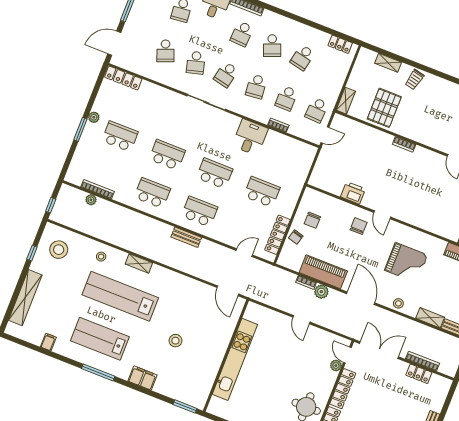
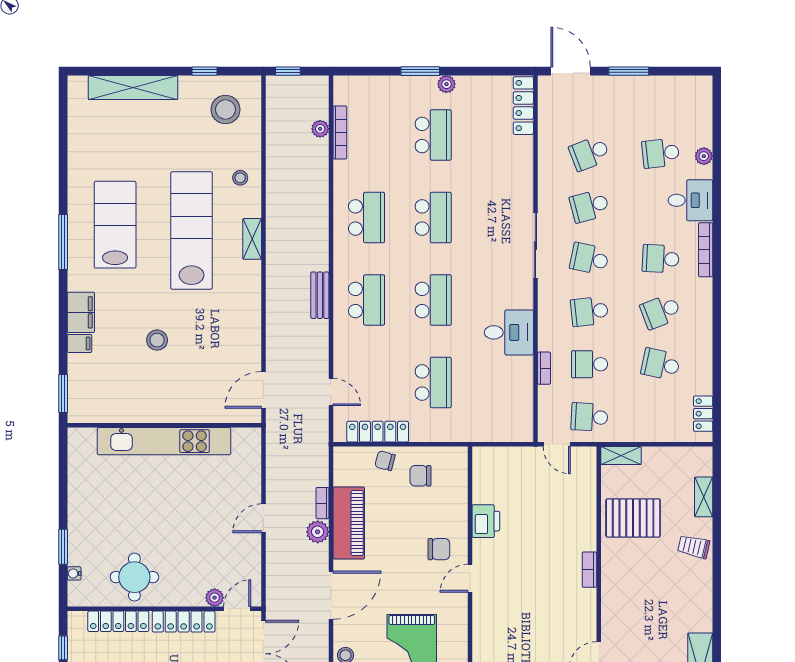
filing cabinet: (48, 342) -> (80, 343), moved

